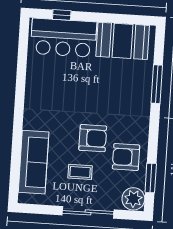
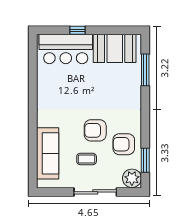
window: (62, 15) -> (77, 30), moved
window: (157, 84) -> (145, 70), moved
armchair: (93, 138) -> (95, 130), turned 180

